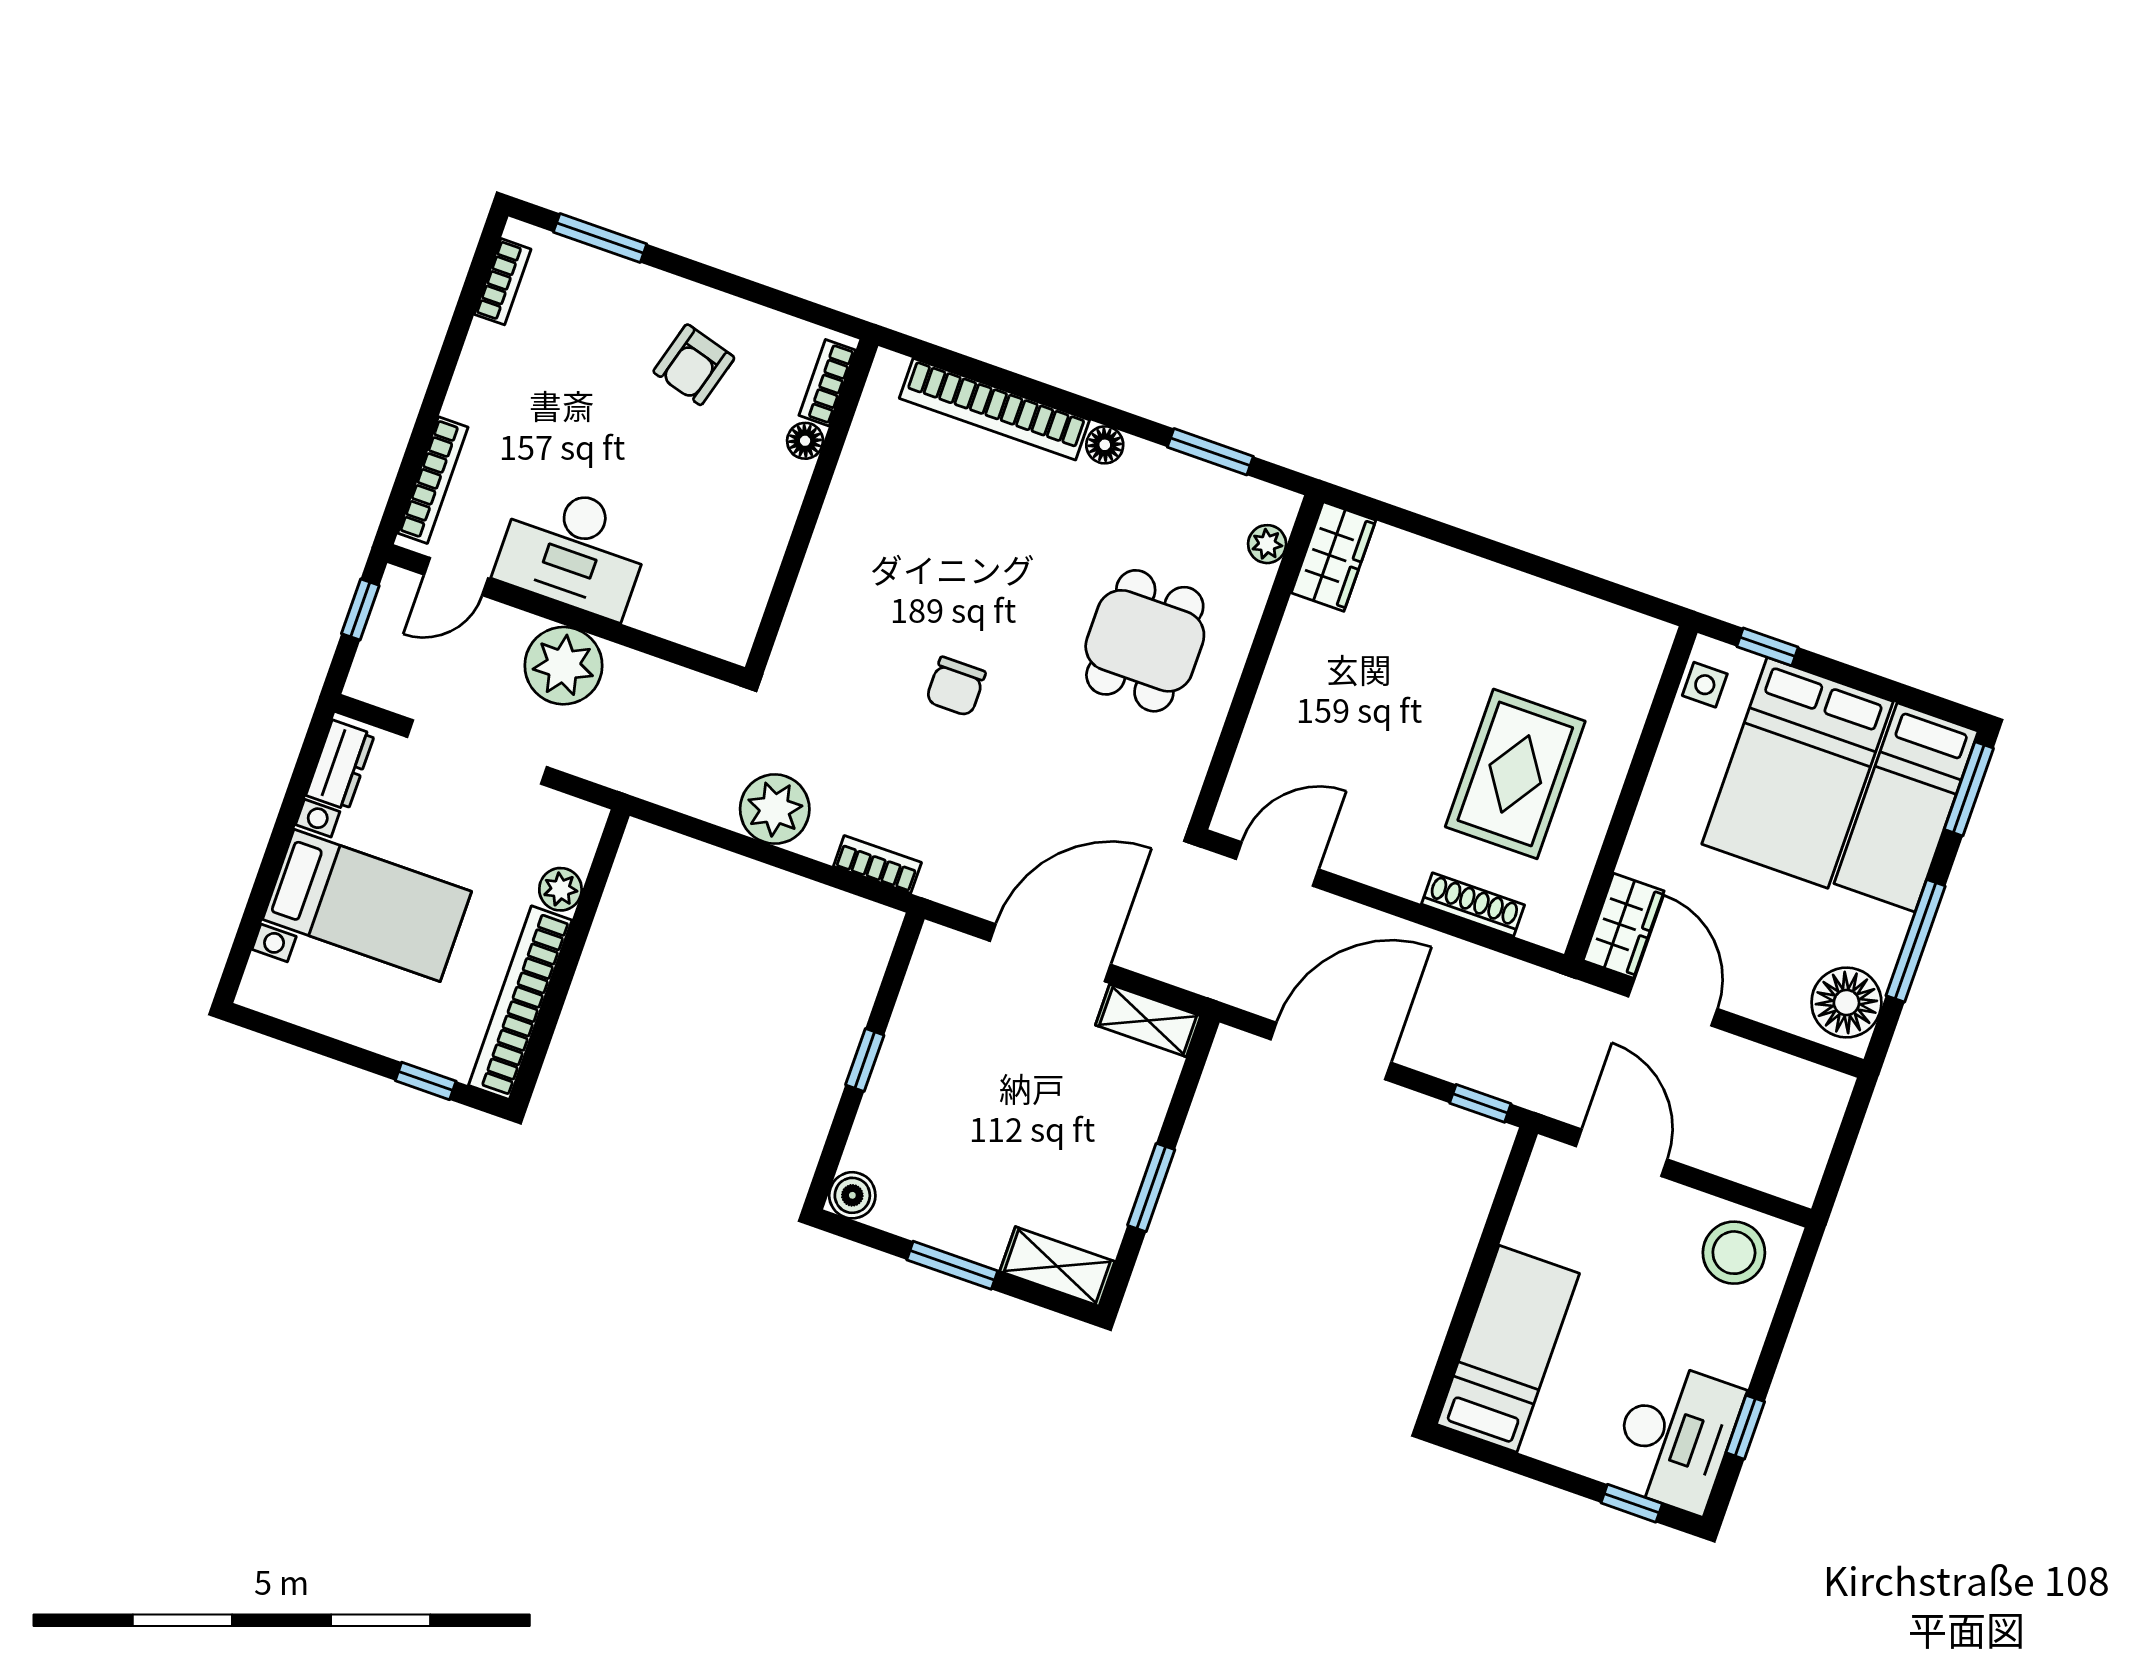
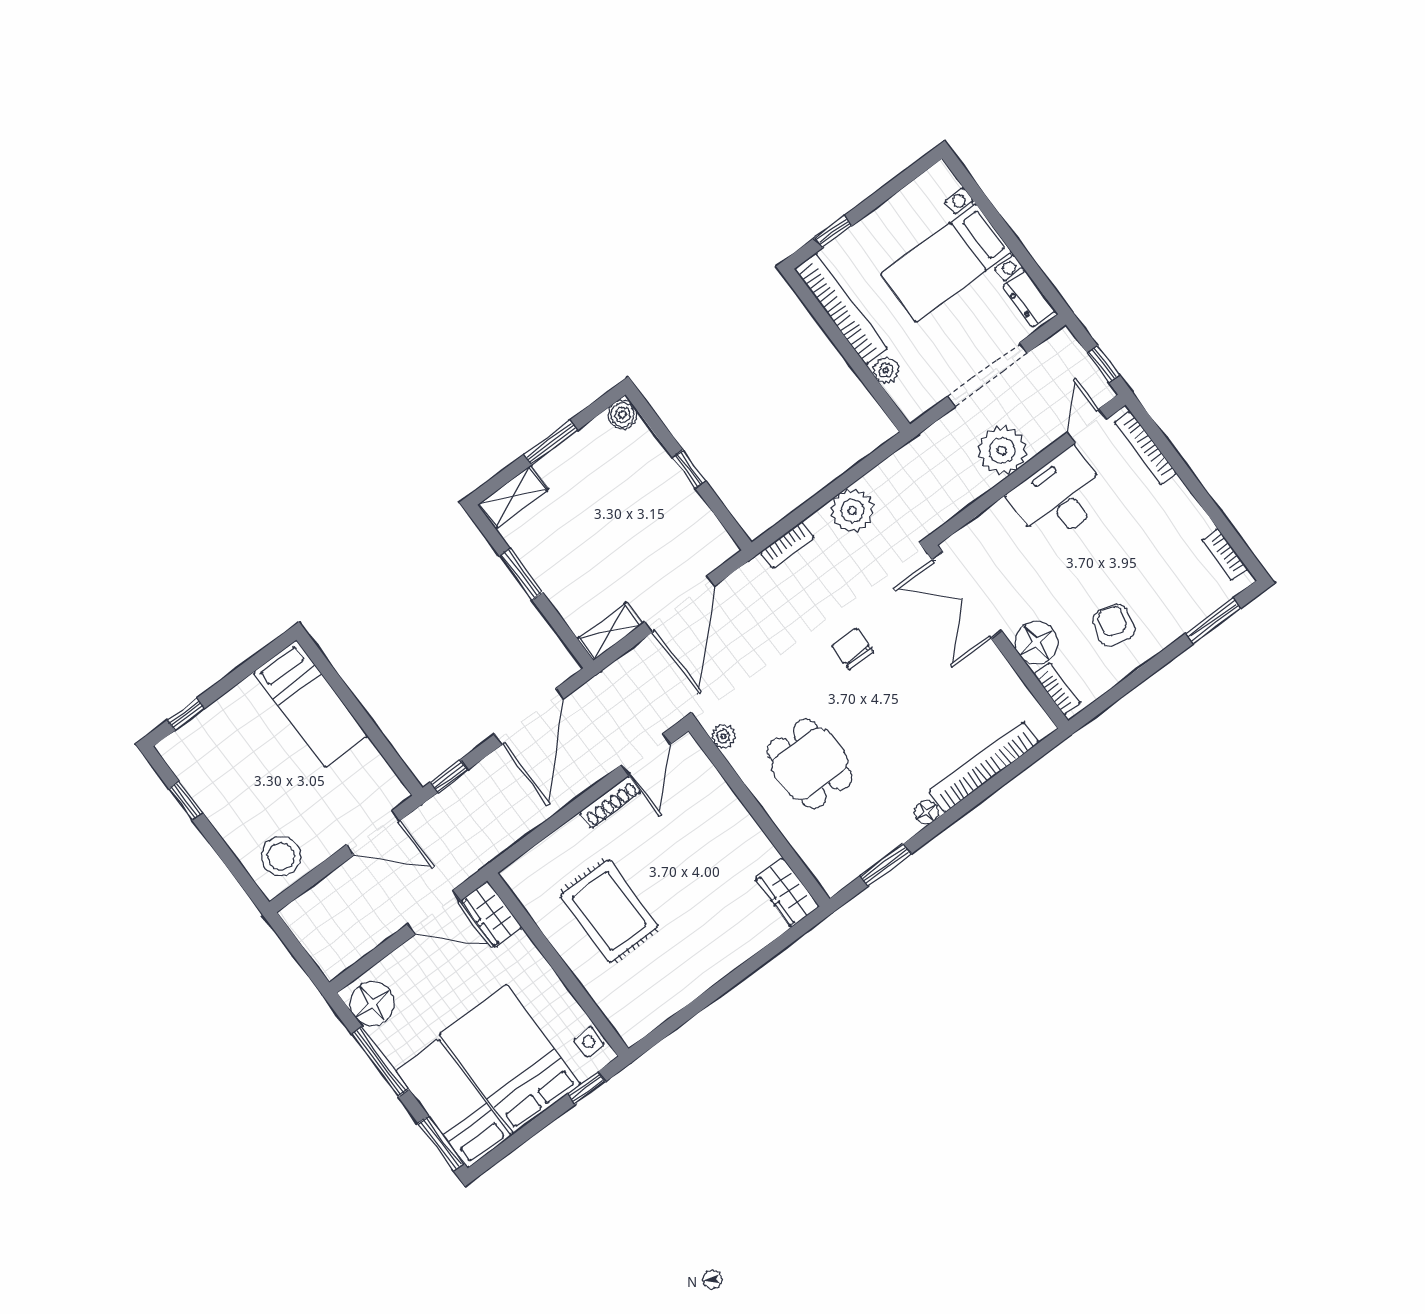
floor lamp: (805, 441) -> (1037, 643), width x1.89, depth x1.89
plant: (1267, 544) -> (723, 736), moved
double door: (784, 584) -> (967, 595), added
shoe rack: (1473, 904) -> (610, 802), moved
desk: (1675, 1437) -> (205, 761), removed

